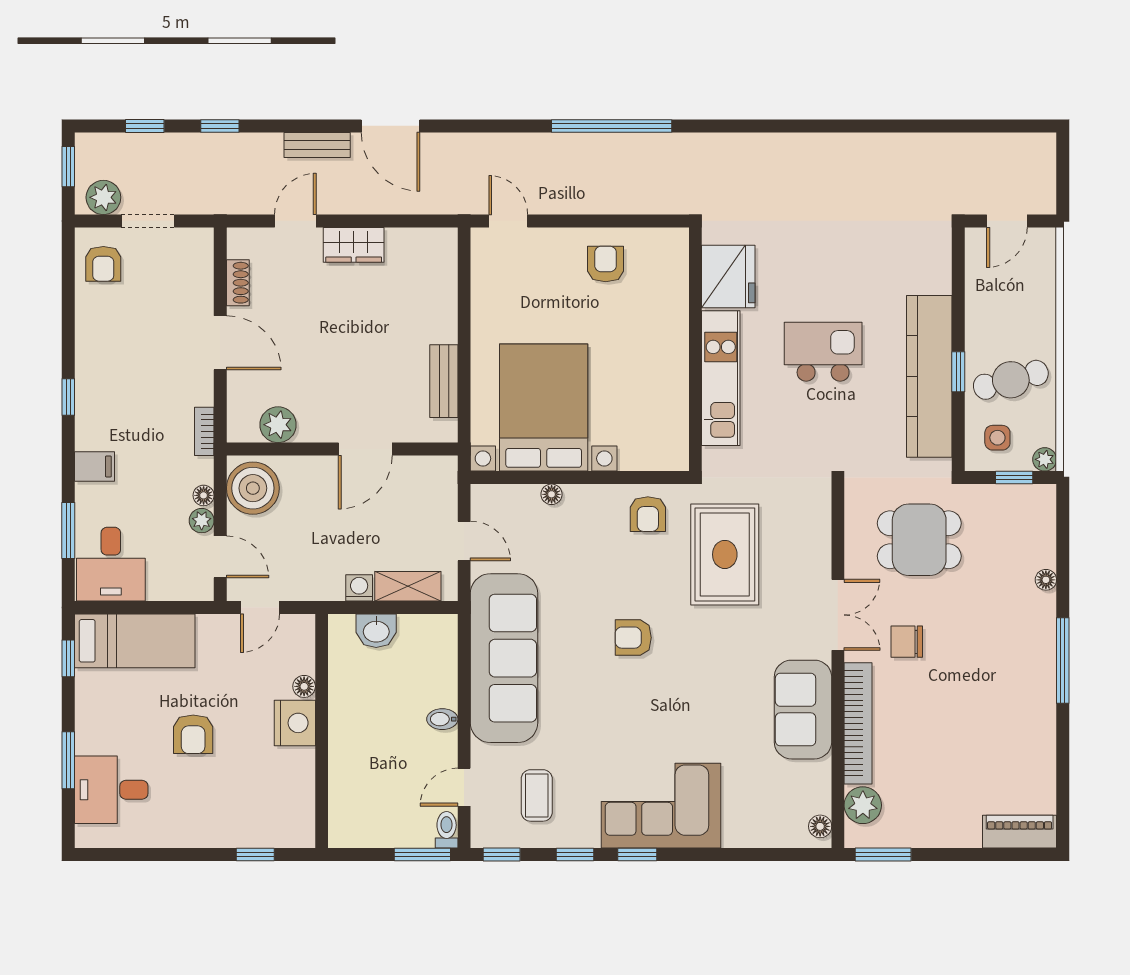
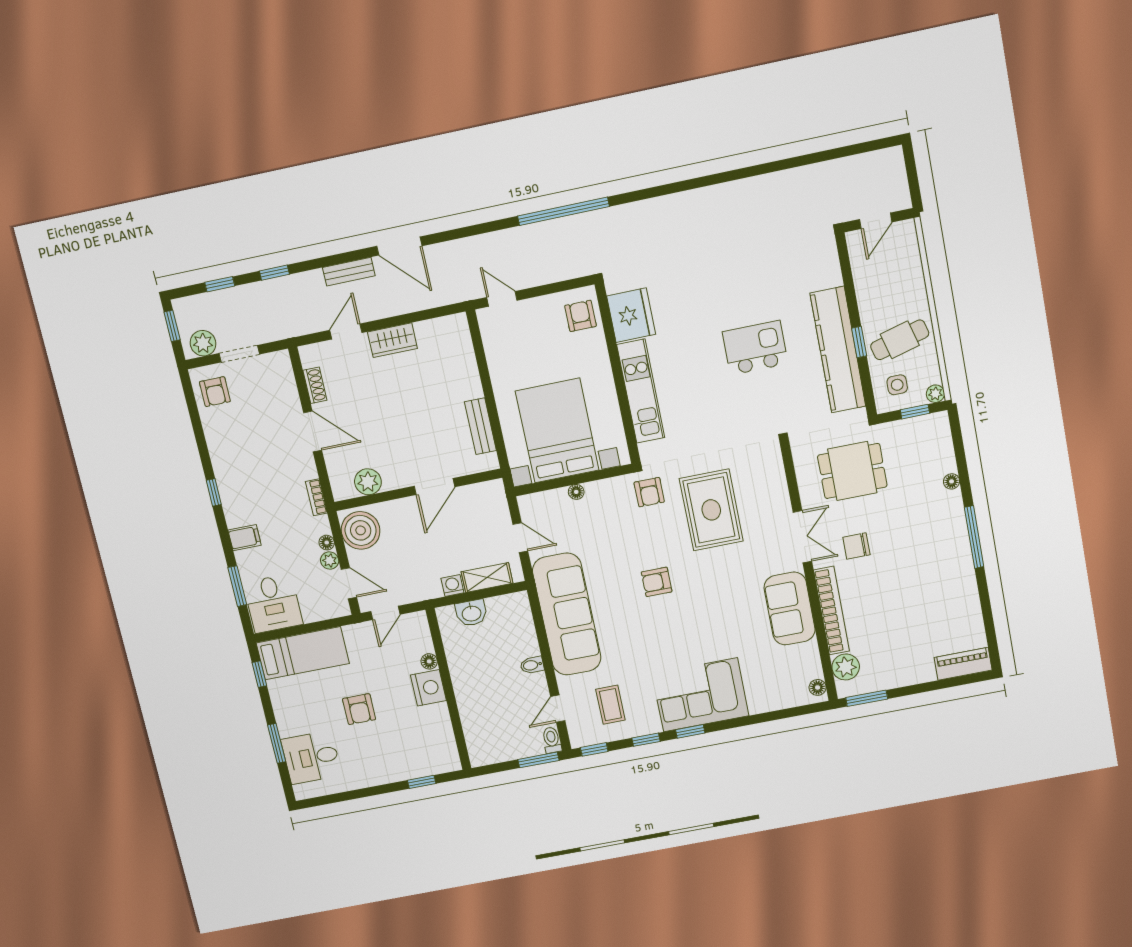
fridge: (728, 277) -> (631, 315), moved
wall: (695, 349) -> (618, 374), moved
kitchen unit: (721, 378) -> (641, 391), moved

